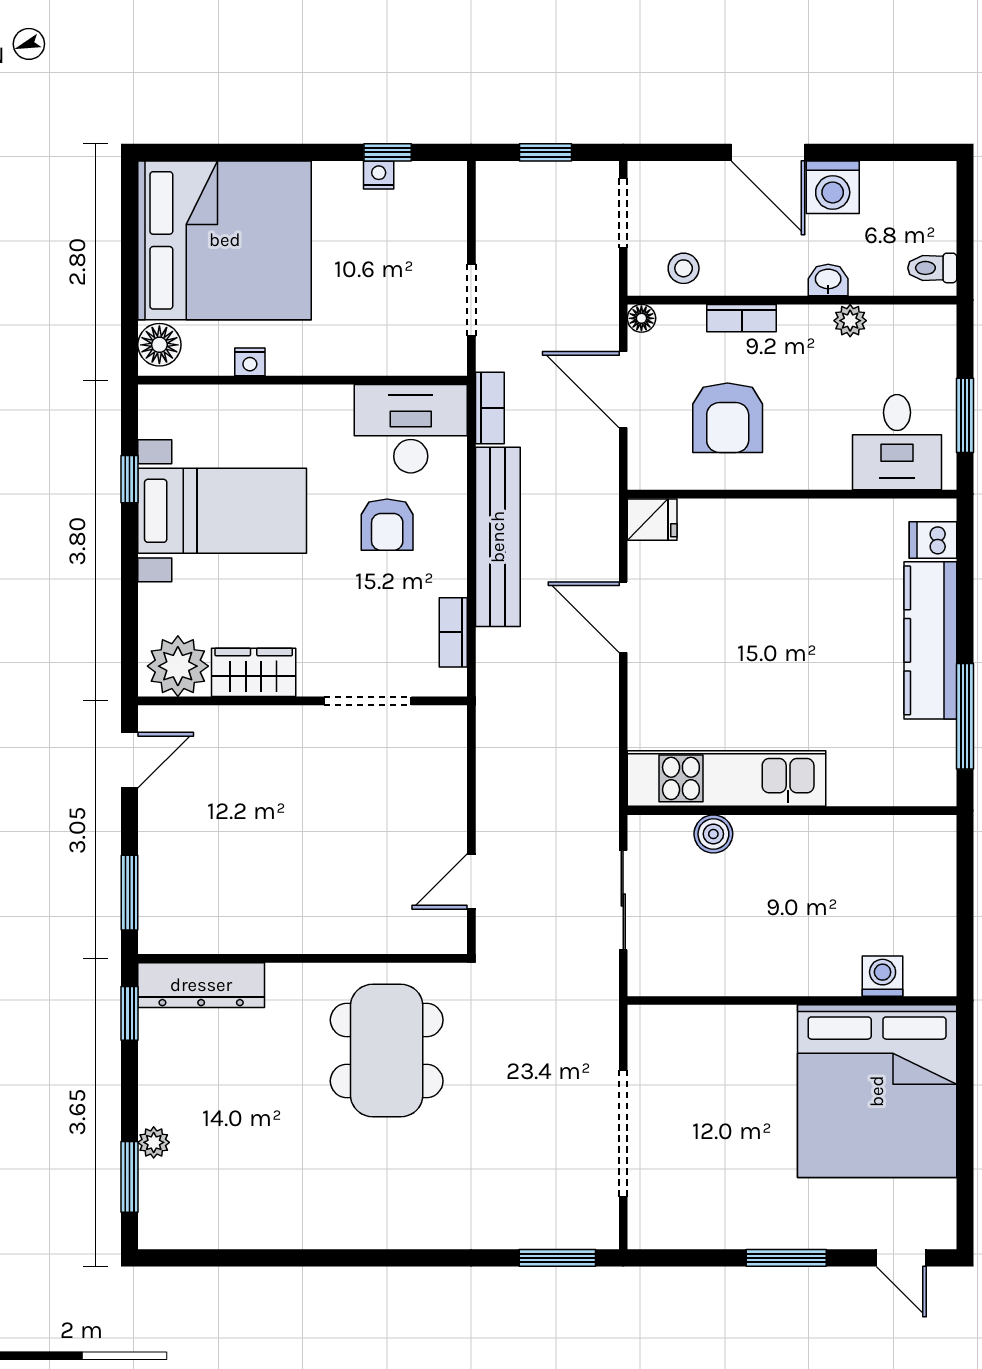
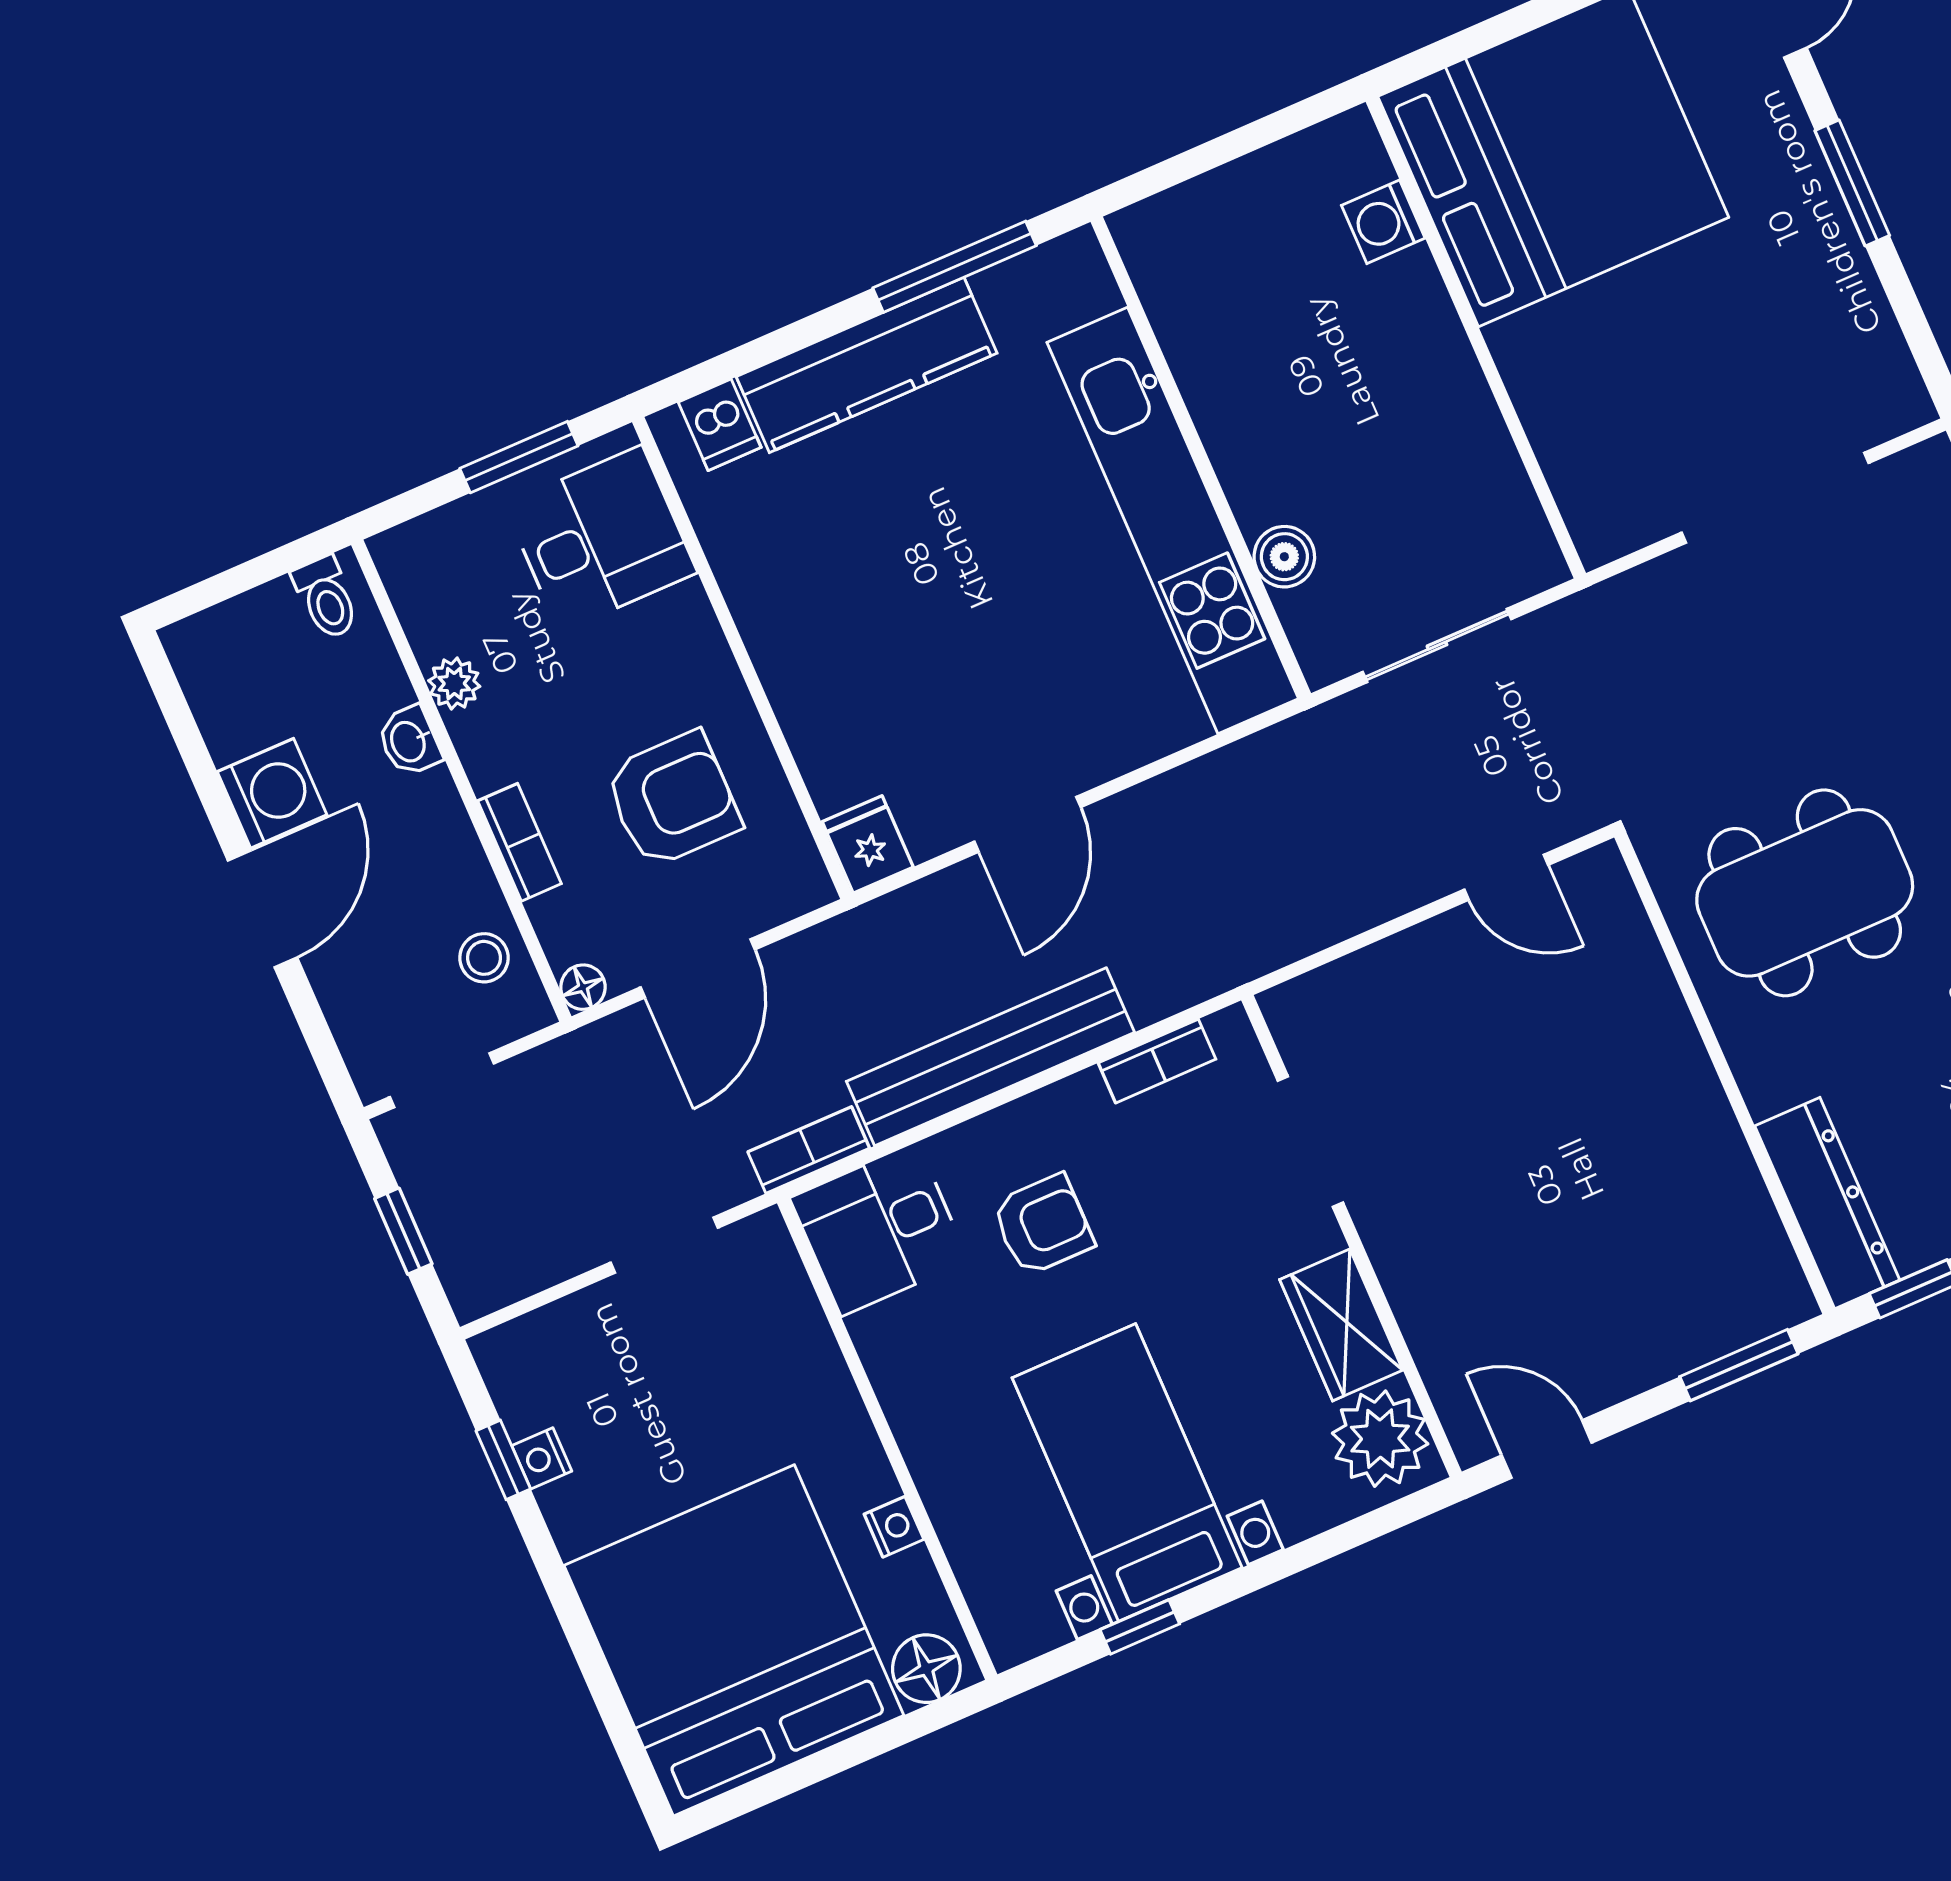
desk: (411, 429) -> (879, 1229), width x0.73
kitchen unit: (727, 778) -> (1173, 521), width x1.36

